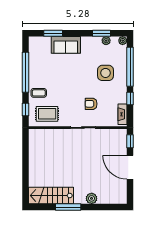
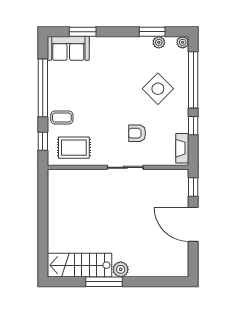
sofa: (66, 45) -> (68, 48), moved
side table: (105, 73) -> (158, 89), turned 45
plant: (92, 198) -> (121, 269), moved

